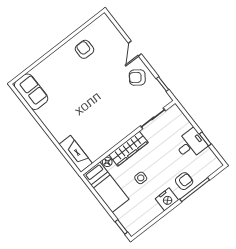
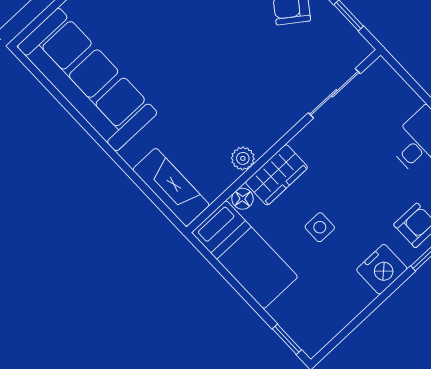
sofa: (31, 92) -> (87, 80), width x1.85, depth x1.27
plant: (109, 144) -> (243, 158), added
wardrobe: (129, 149) -> (277, 175), width x0.67

